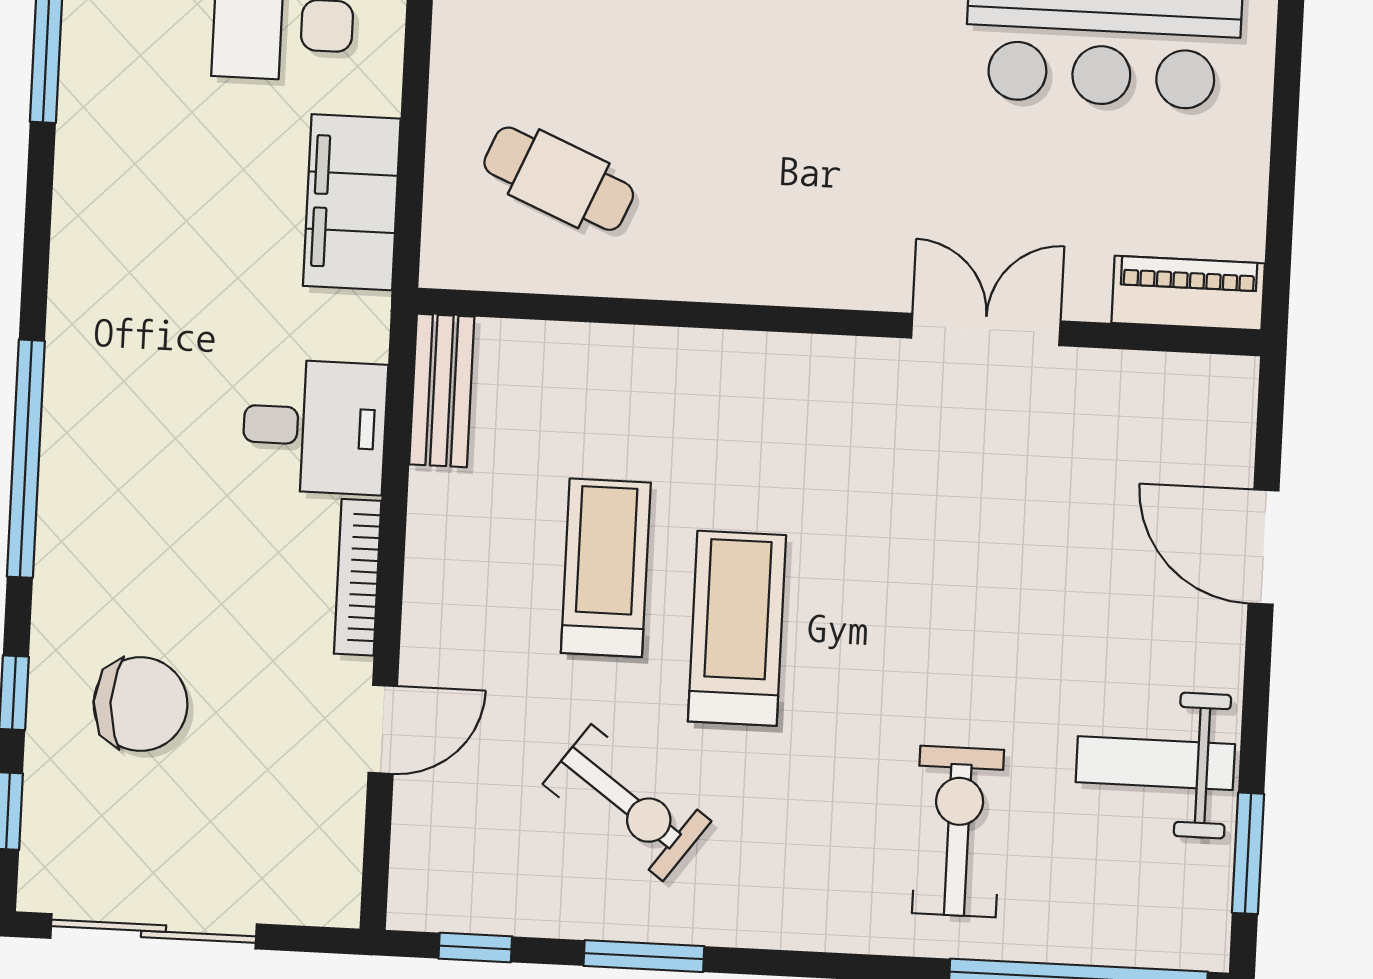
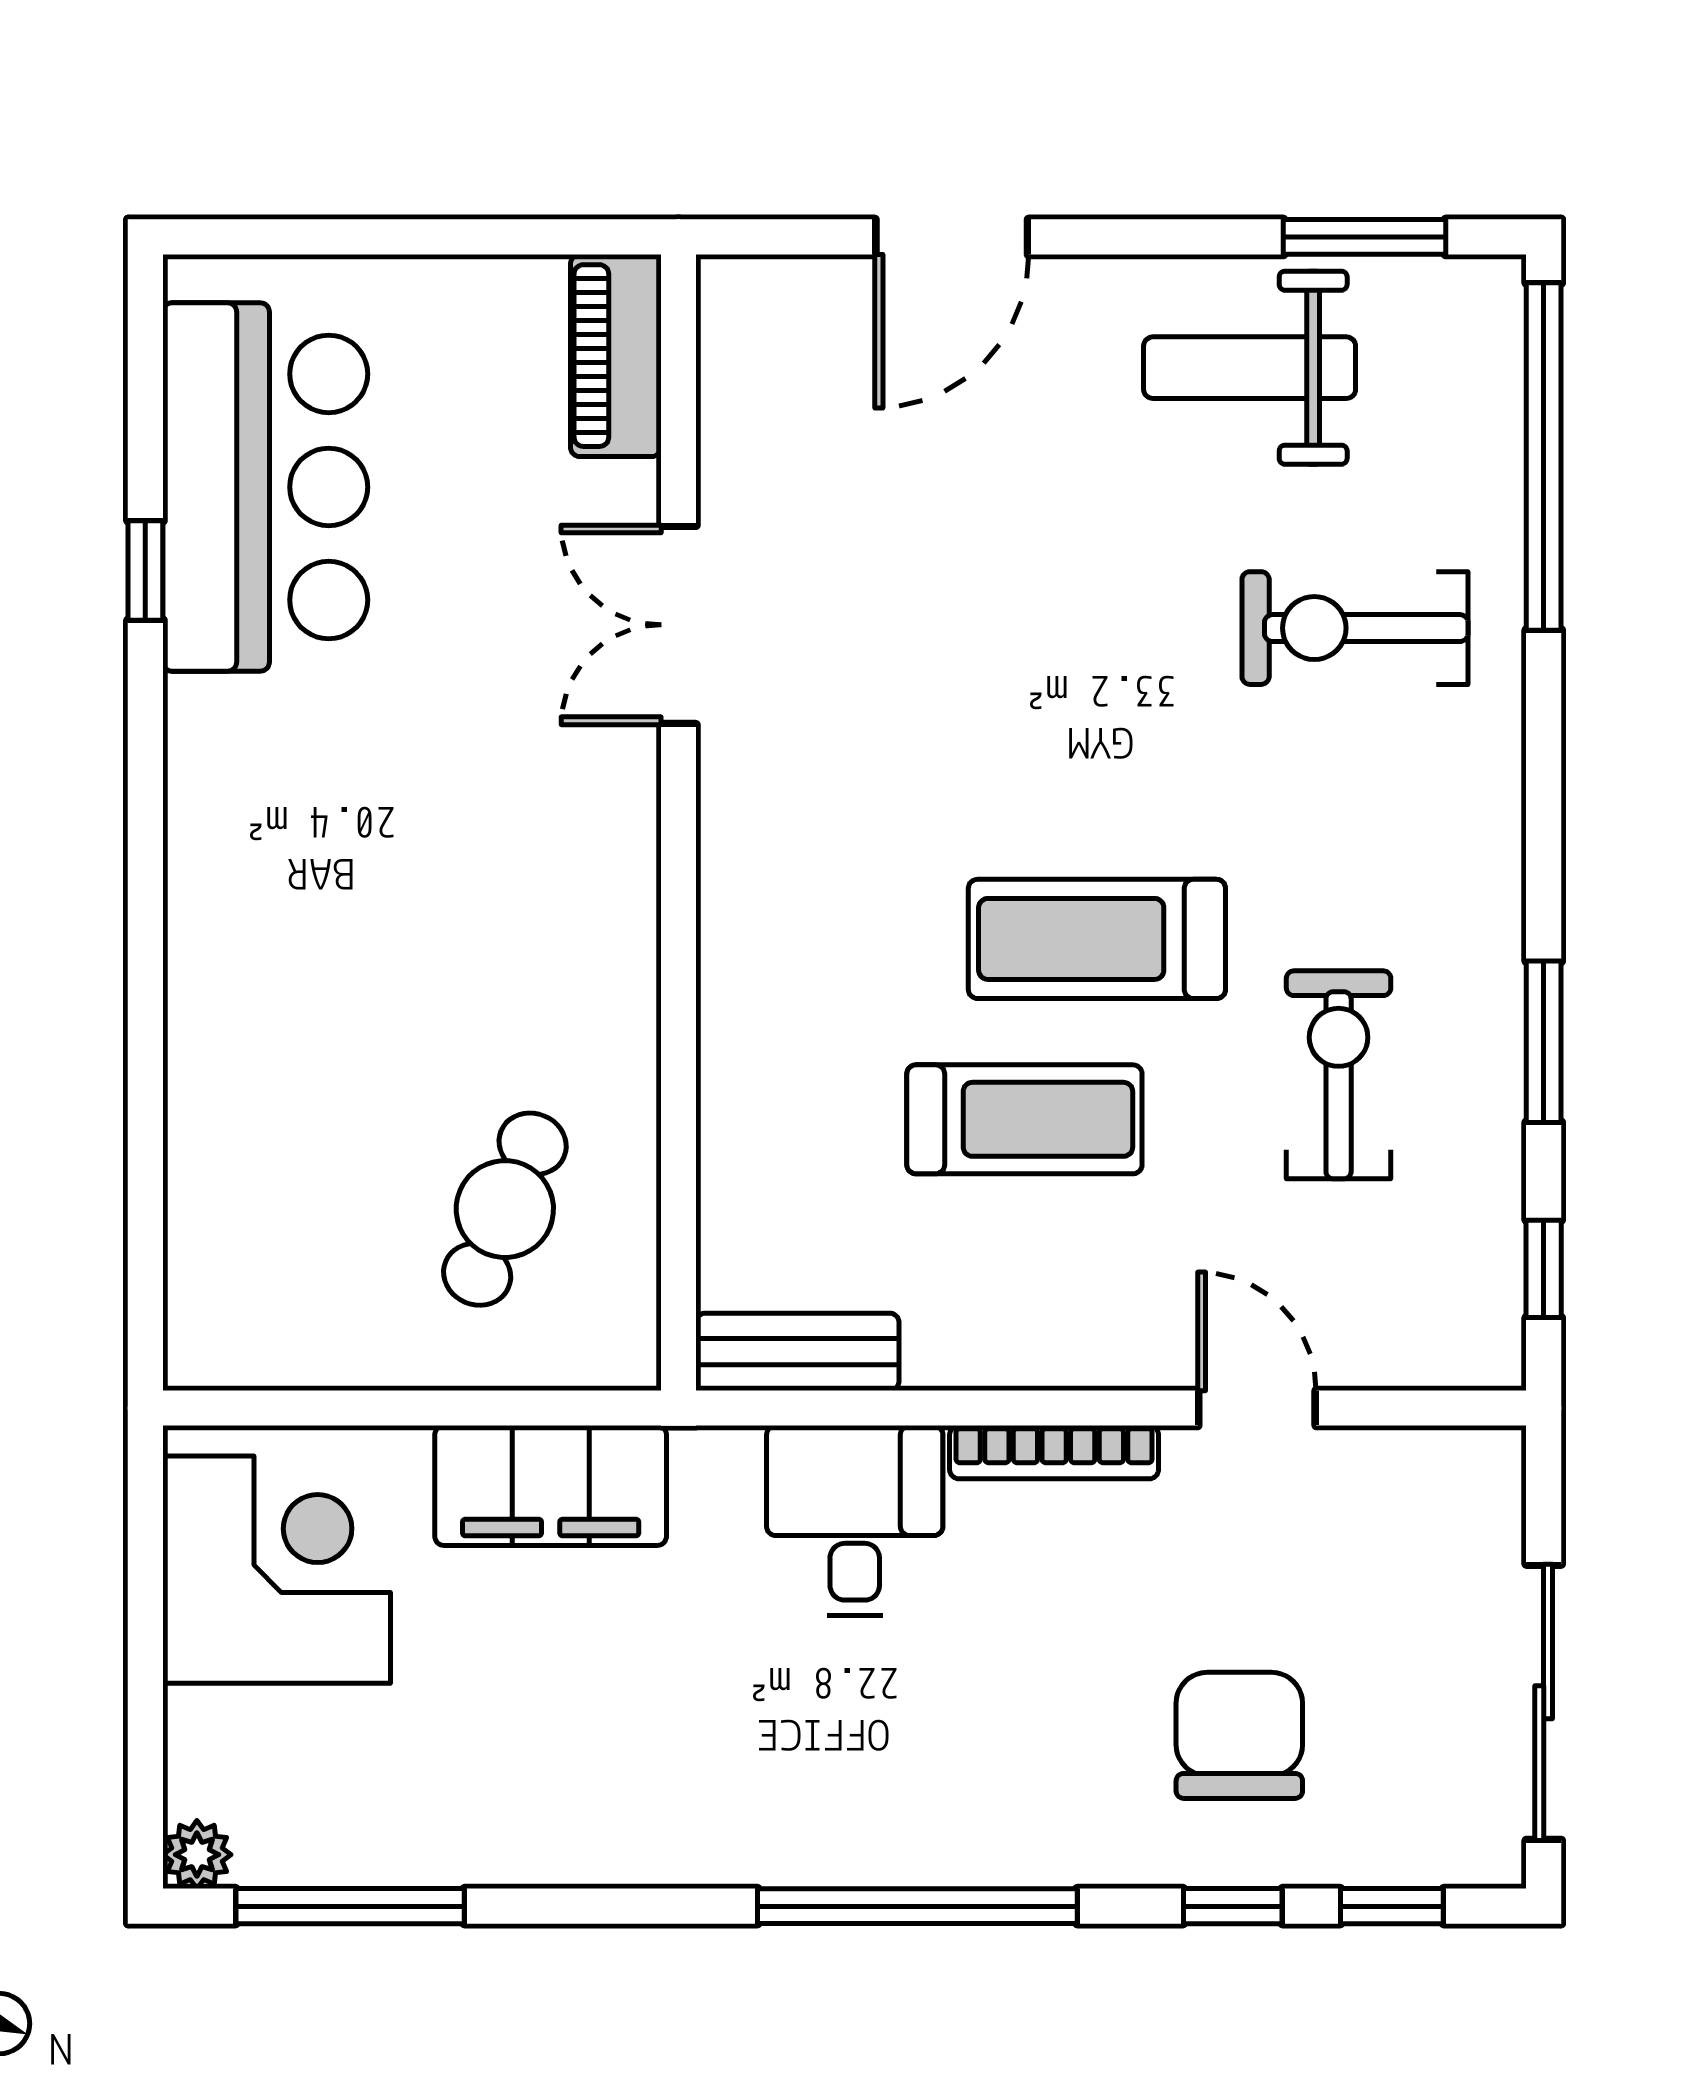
treadmill: (606, 568) -> (1024, 1119), turned 180
weight bench: (1155, 763) -> (1250, 368), turned 90
exercise bike: (627, 803) -> (1339, 1075), turned -36

